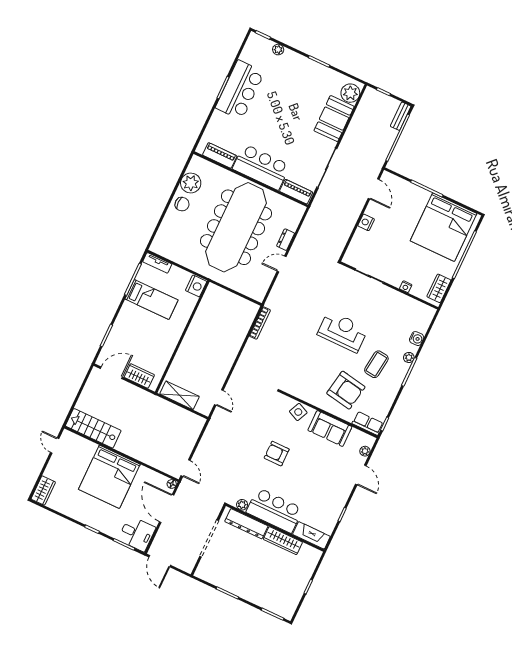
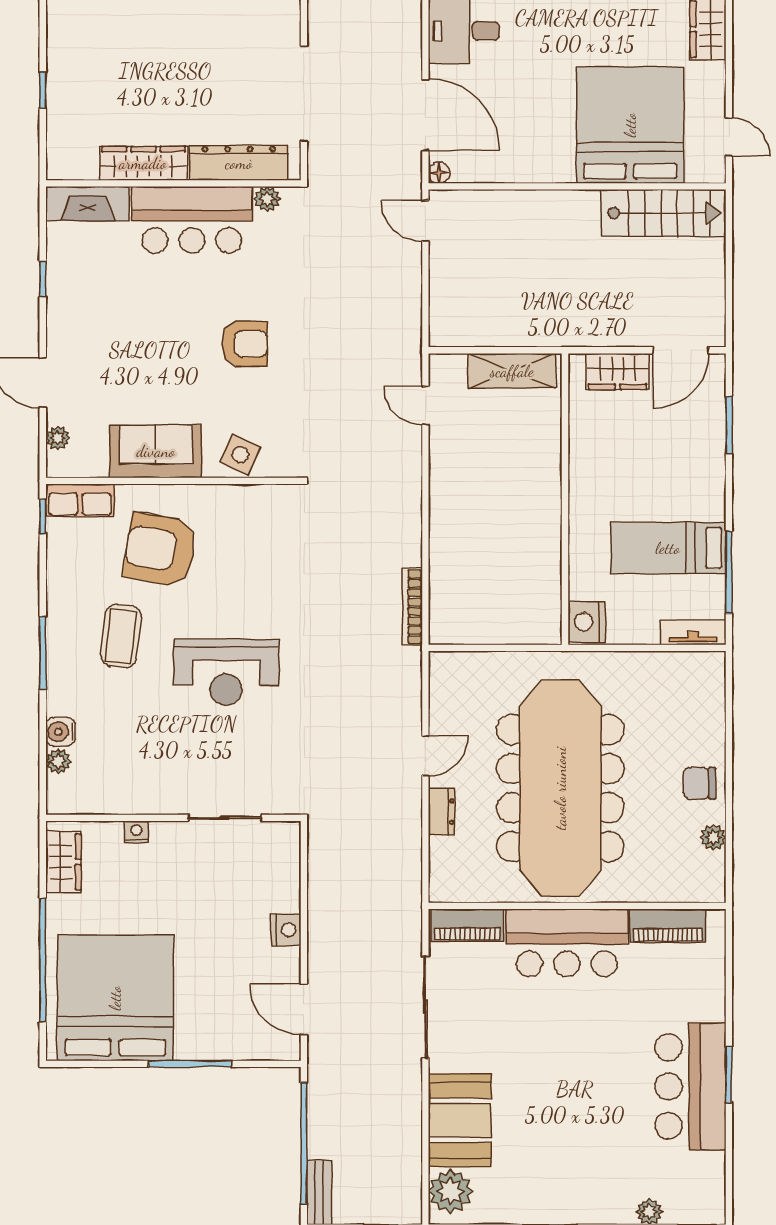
plant: (191, 183) -> (713, 837), width x0.53, depth x0.53
plant: (409, 357) -> (58, 761), moved
bed: (109, 477) -> (630, 125), moved

